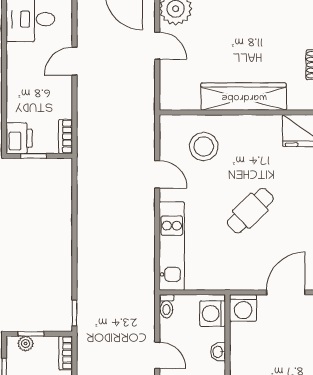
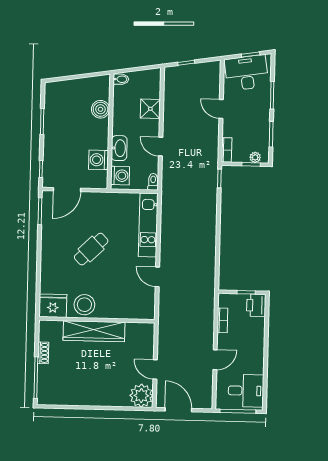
bookcase: (66, 137) -> (222, 320), moved
stool: (204, 147) -> (84, 305), moved
washing machine: (243, 308) -> (99, 160), moved, turned -90
washbasin: (218, 352) -> (119, 148), width x1.91, depth x1.45

